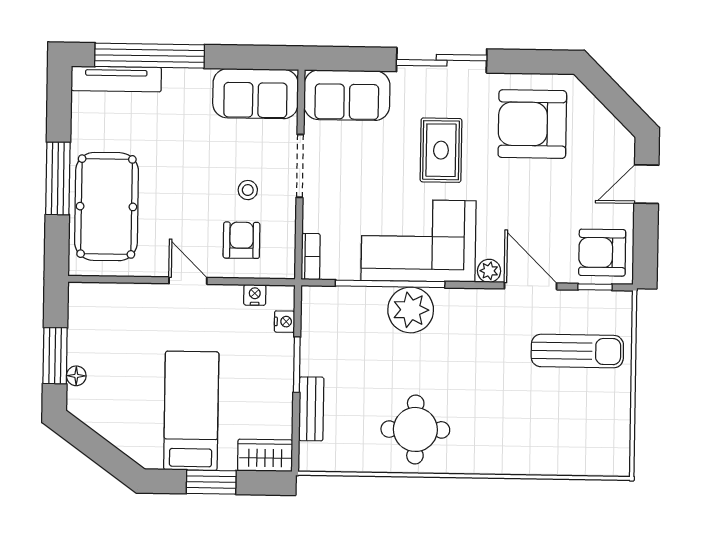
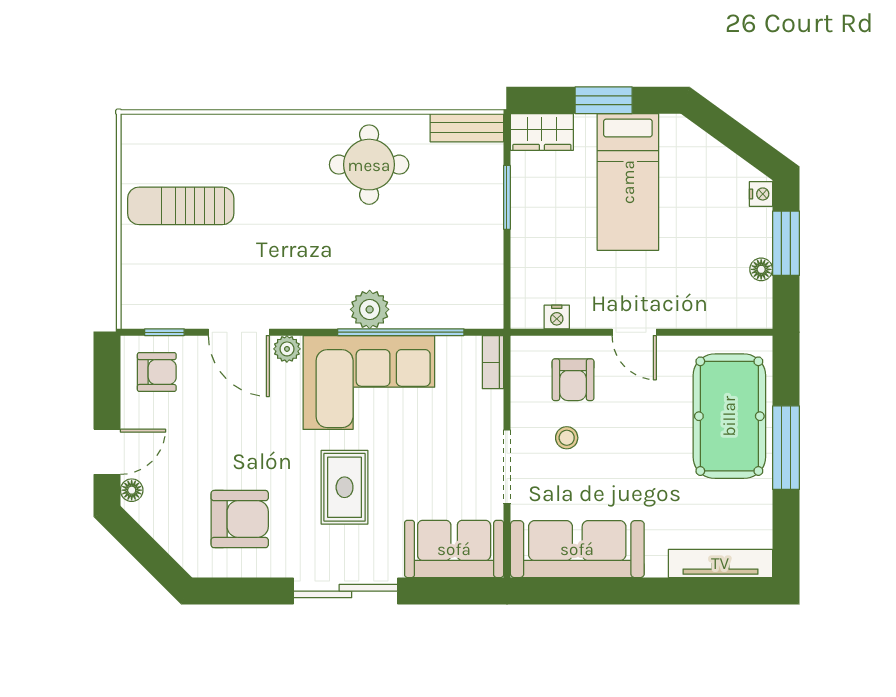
window: (150, 56) -> (682, 591), removed
sofa: (255, 94) -> (577, 549), width x1.36
armchair: (532, 124) -> (240, 519), width x0.73, depth x0.73
floor lamp: (626, 151) -> (132, 490), added
armchair: (602, 253) -> (157, 372), width x0.72, depth x0.72
plant: (411, 310) -> (370, 309), width x0.73, depth x0.73
nightstand: (284, 322) -> (761, 194), moved, turned 180
sun lounger: (577, 351) -> (181, 206), moved
window: (297, 365) -> (507, 197), moved
floor lamp: (76, 376) -> (761, 269), moved
bench: (311, 409) -> (467, 128), moved, turned 90

